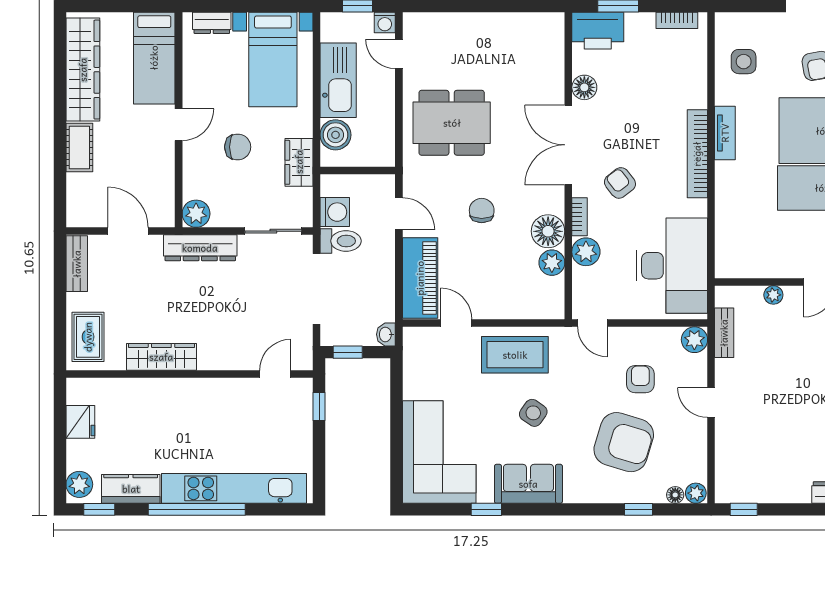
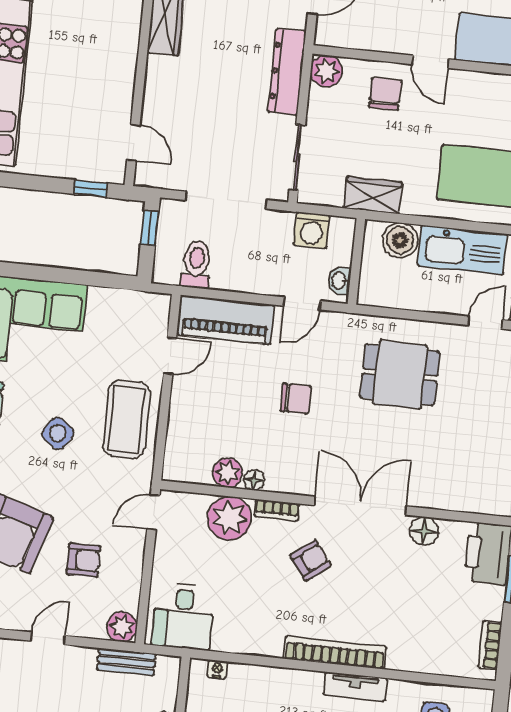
dining table: (452, 123) -> (400, 375), width x0.73
chair: (238, 147) -> (385, 94), moved, turned 180
floor lamp: (548, 231) -> (254, 480), width x0.53, depth x0.53
toilet: (341, 241) -> (196, 264), moved, turned 180
plant: (586, 252) -> (229, 518), width x1.36, depth x1.36
nightstand: (722, 254) -> (217, 669), added
desk: (672, 266) -> (183, 616), width x0.53, depth x0.77
washbasin: (386, 334) -> (339, 281), moved, turned -90

